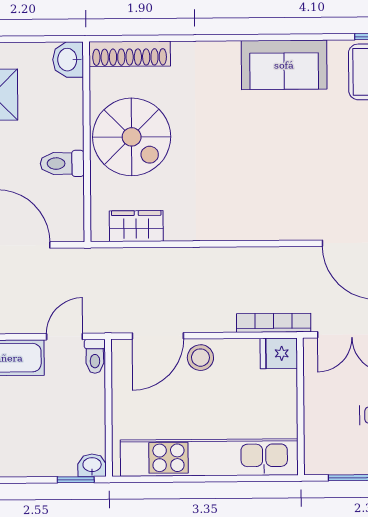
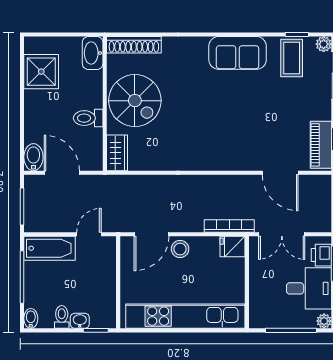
washbasin: (68, 60) -> (93, 53), width x1.38
wardrobe: (136, 226) -> (117, 153), moved, turned 90
toilet: (95, 356) -> (62, 317), moved, turned 180
washbasin: (92, 465) -> (80, 321), moved

